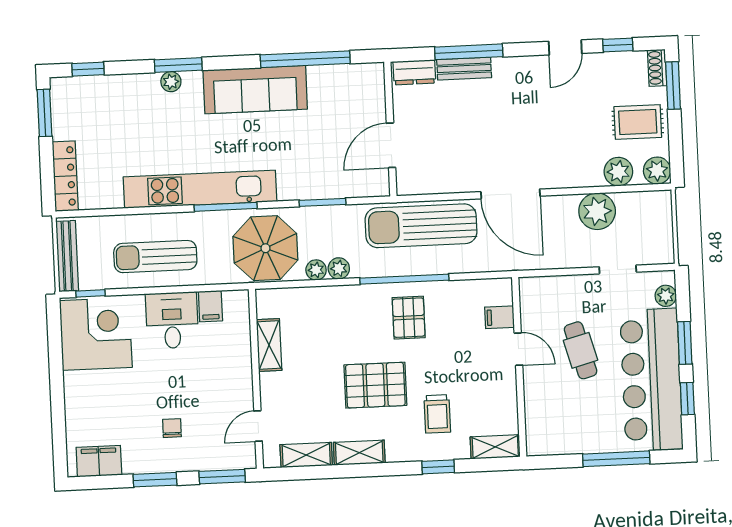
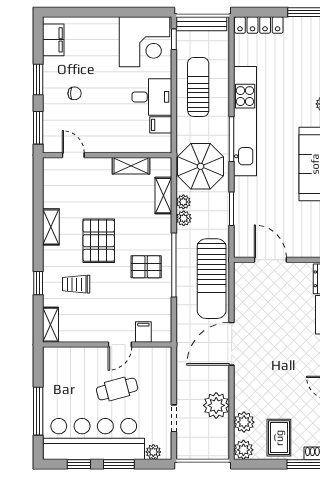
sun lounger: (421, 226) -> (212, 279), turned 180
shelving: (306, 455) -> (163, 196), moved

